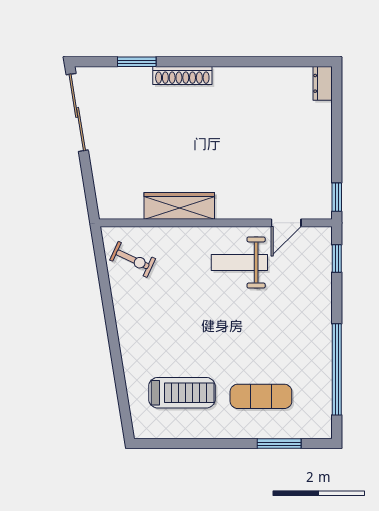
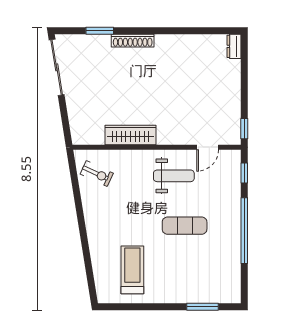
weight bench: (239, 262) -> (174, 176), turned 180
window: (337, 369) -> (244, 231), moved
treadmill: (182, 393) -> (132, 270), turned -90
exercise mat: (261, 396) -> (185, 226), moved

